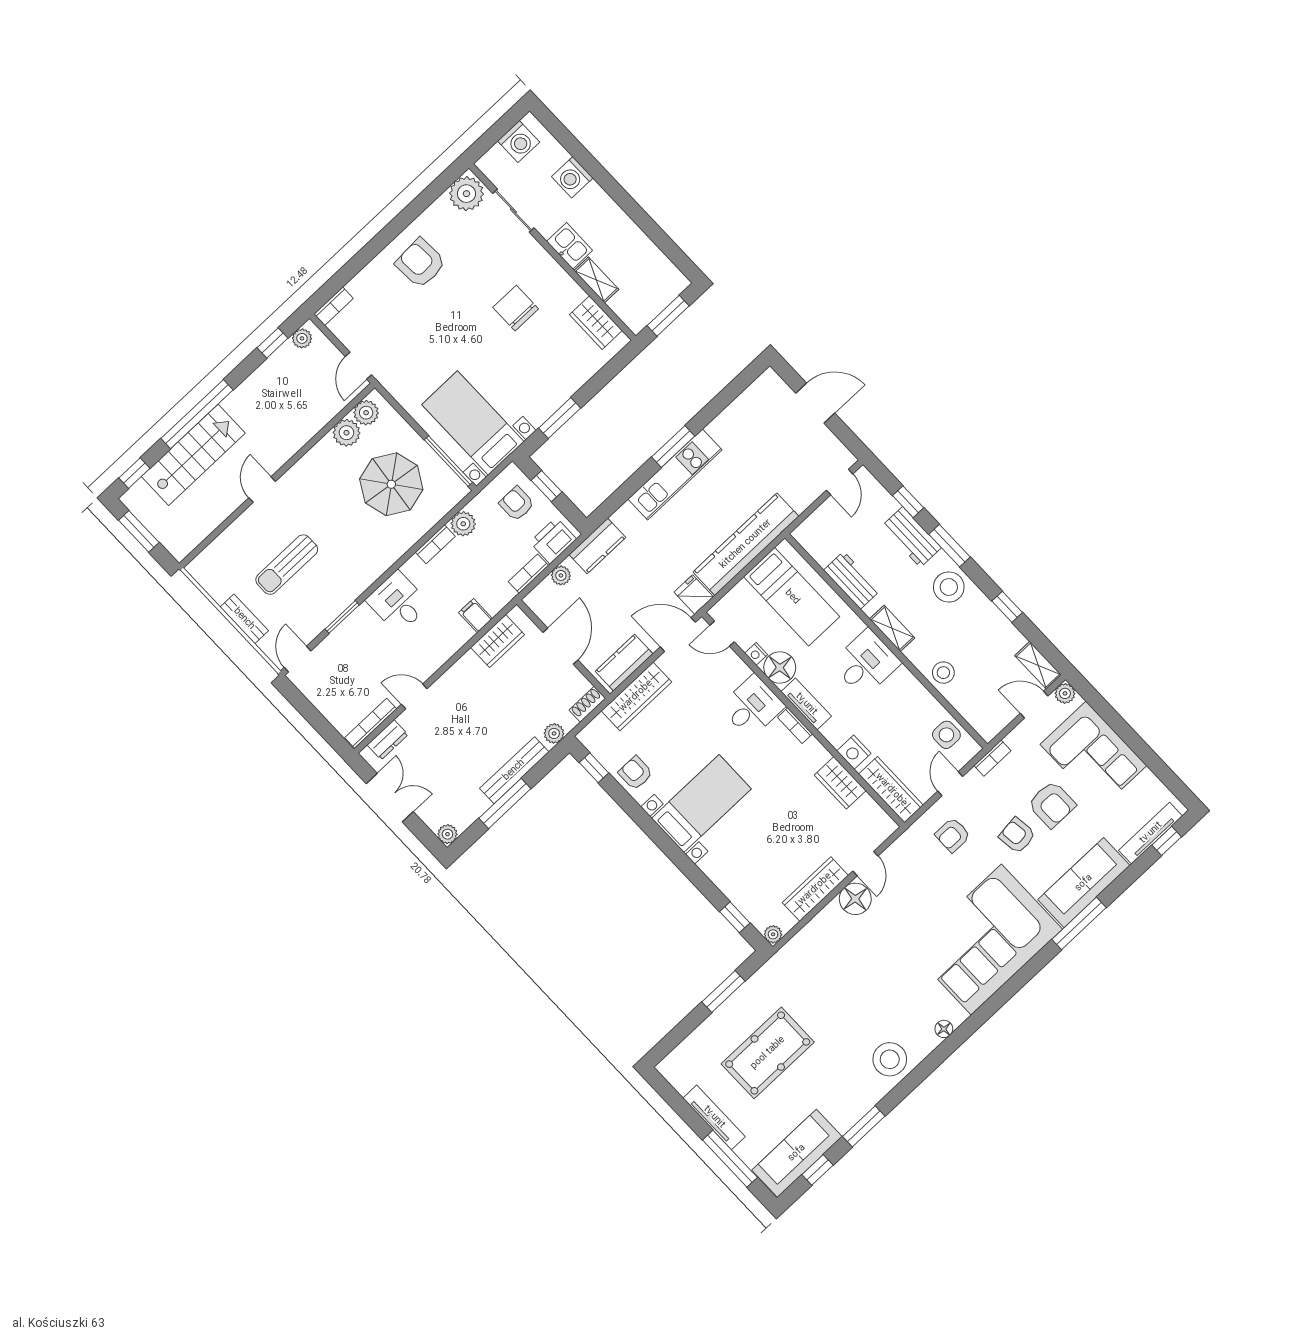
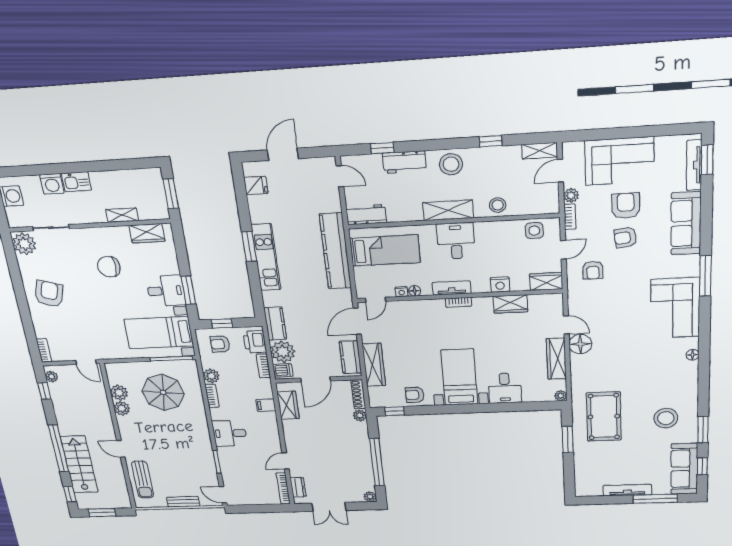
kitchen sink: (570, 246) -> (76, 182), moved, turned 180
armchair: (421, 263) -> (49, 294), turned 109
desk: (537, 393) -> (166, 291), added
plant: (366, 413) -> (122, 408), moved
window: (950, 546) -> (427, 145), removed
sun lounger: (287, 565) -> (143, 480), moved
plant: (561, 575) -> (283, 352), width x1.88, depth x1.88
workbench: (852, 580) -> (366, 215), moved
fridge: (694, 595) -> (256, 185), moved, turned 180
dishwasher: (541, 600) -> (283, 370), added
shelving: (892, 628) -> (448, 210), width x1.50, depth x1.33
door: (561, 646) -> (316, 379), swing flipped
floor lamp: (780, 668) -> (415, 291), width x0.53, depth x0.53
plant: (1065, 693) -> (571, 195), moved
shoe rack: (587, 704) -> (358, 394), width x1.43
desk: (752, 706) -> (505, 388), moved, turned 180
bench: (514, 770) -> (363, 446), removed
door: (950, 784) -> (563, 250), swing flipped
wardrobe: (891, 790) -> (546, 282), width x0.67
double door: (390, 798) -> (329, 507), swing flipped
window: (505, 803) -> (377, 462), width x1.46
armchair: (1052, 804) -> (626, 206), turned -90
window: (1167, 841) -> (707, 160), width x1.50
window: (735, 917) -> (534, 406), removed
window: (1079, 923) -> (705, 276), moved
corner sofa: (986, 940) -> (675, 308), width x0.73, depth x0.74
pool table: (768, 1053) -> (604, 417), moved
stool: (890, 1059) -> (666, 418), moved

